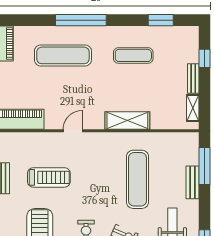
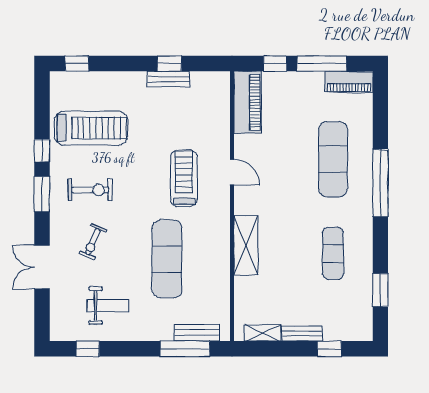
treadmill: (49, 177) -> (184, 178), moved, turned 180
exercise mat: (137, 179) -> (167, 259), turned 90
bench: (193, 182) -> (197, 333), moved

